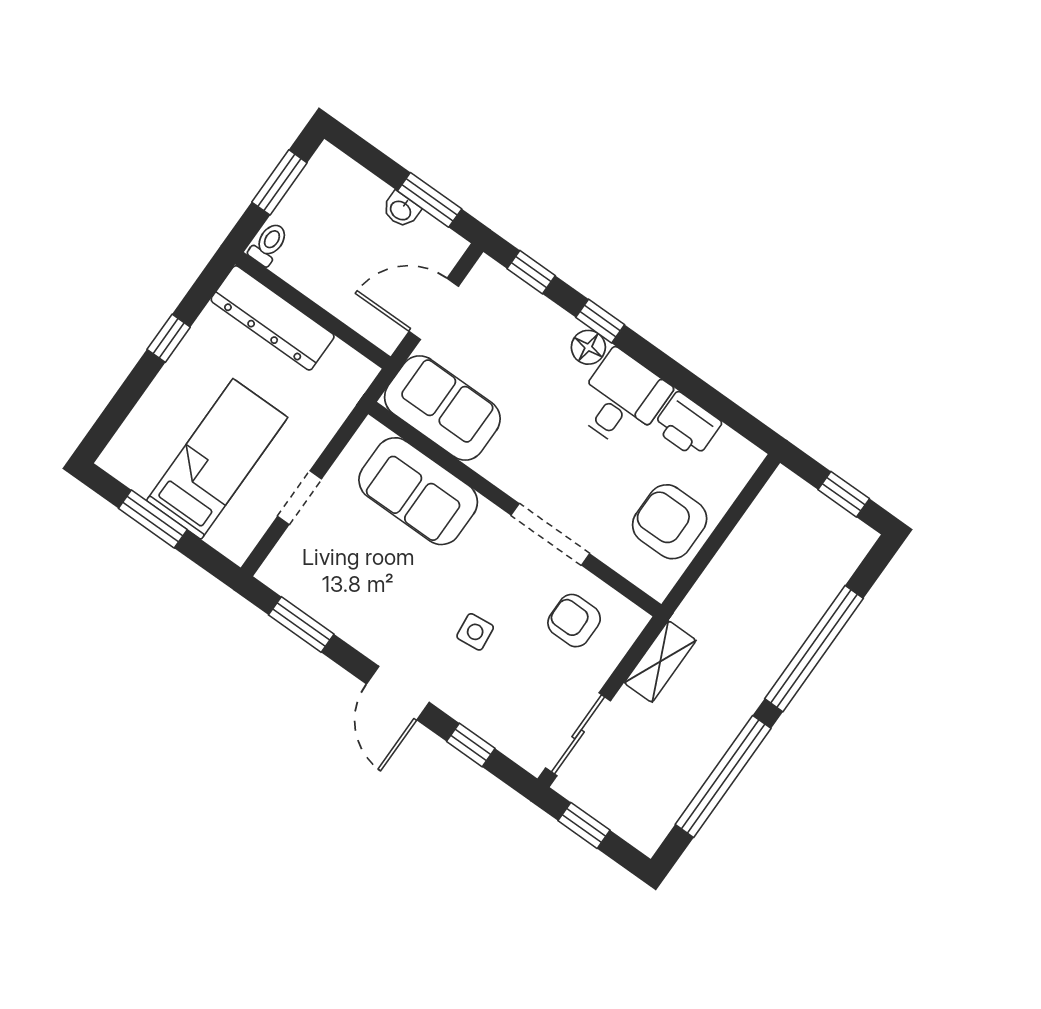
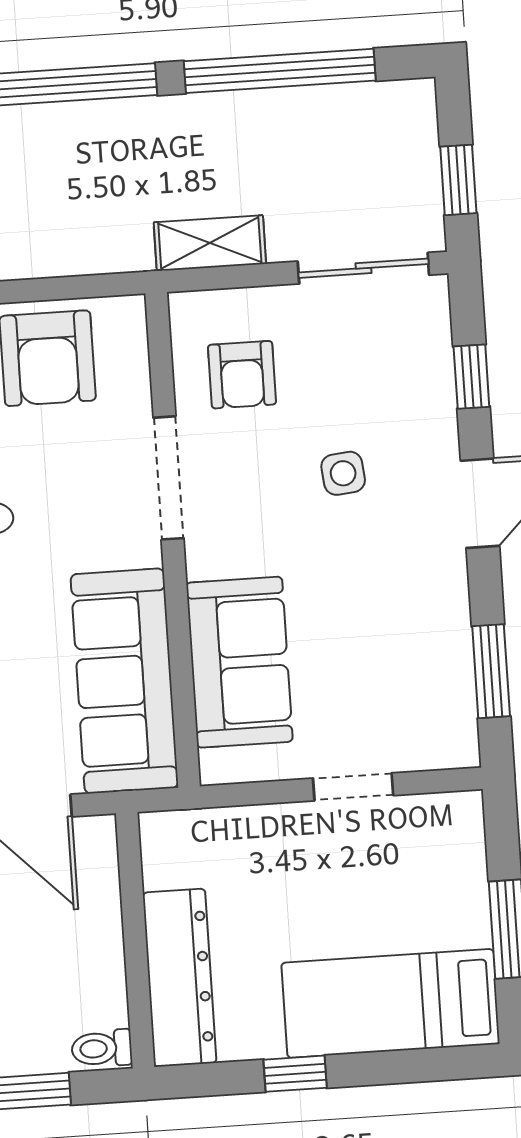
sofa: (442, 408) -> (124, 681), width x1.36
bed: (217, 459) -> (391, 1003), moved

